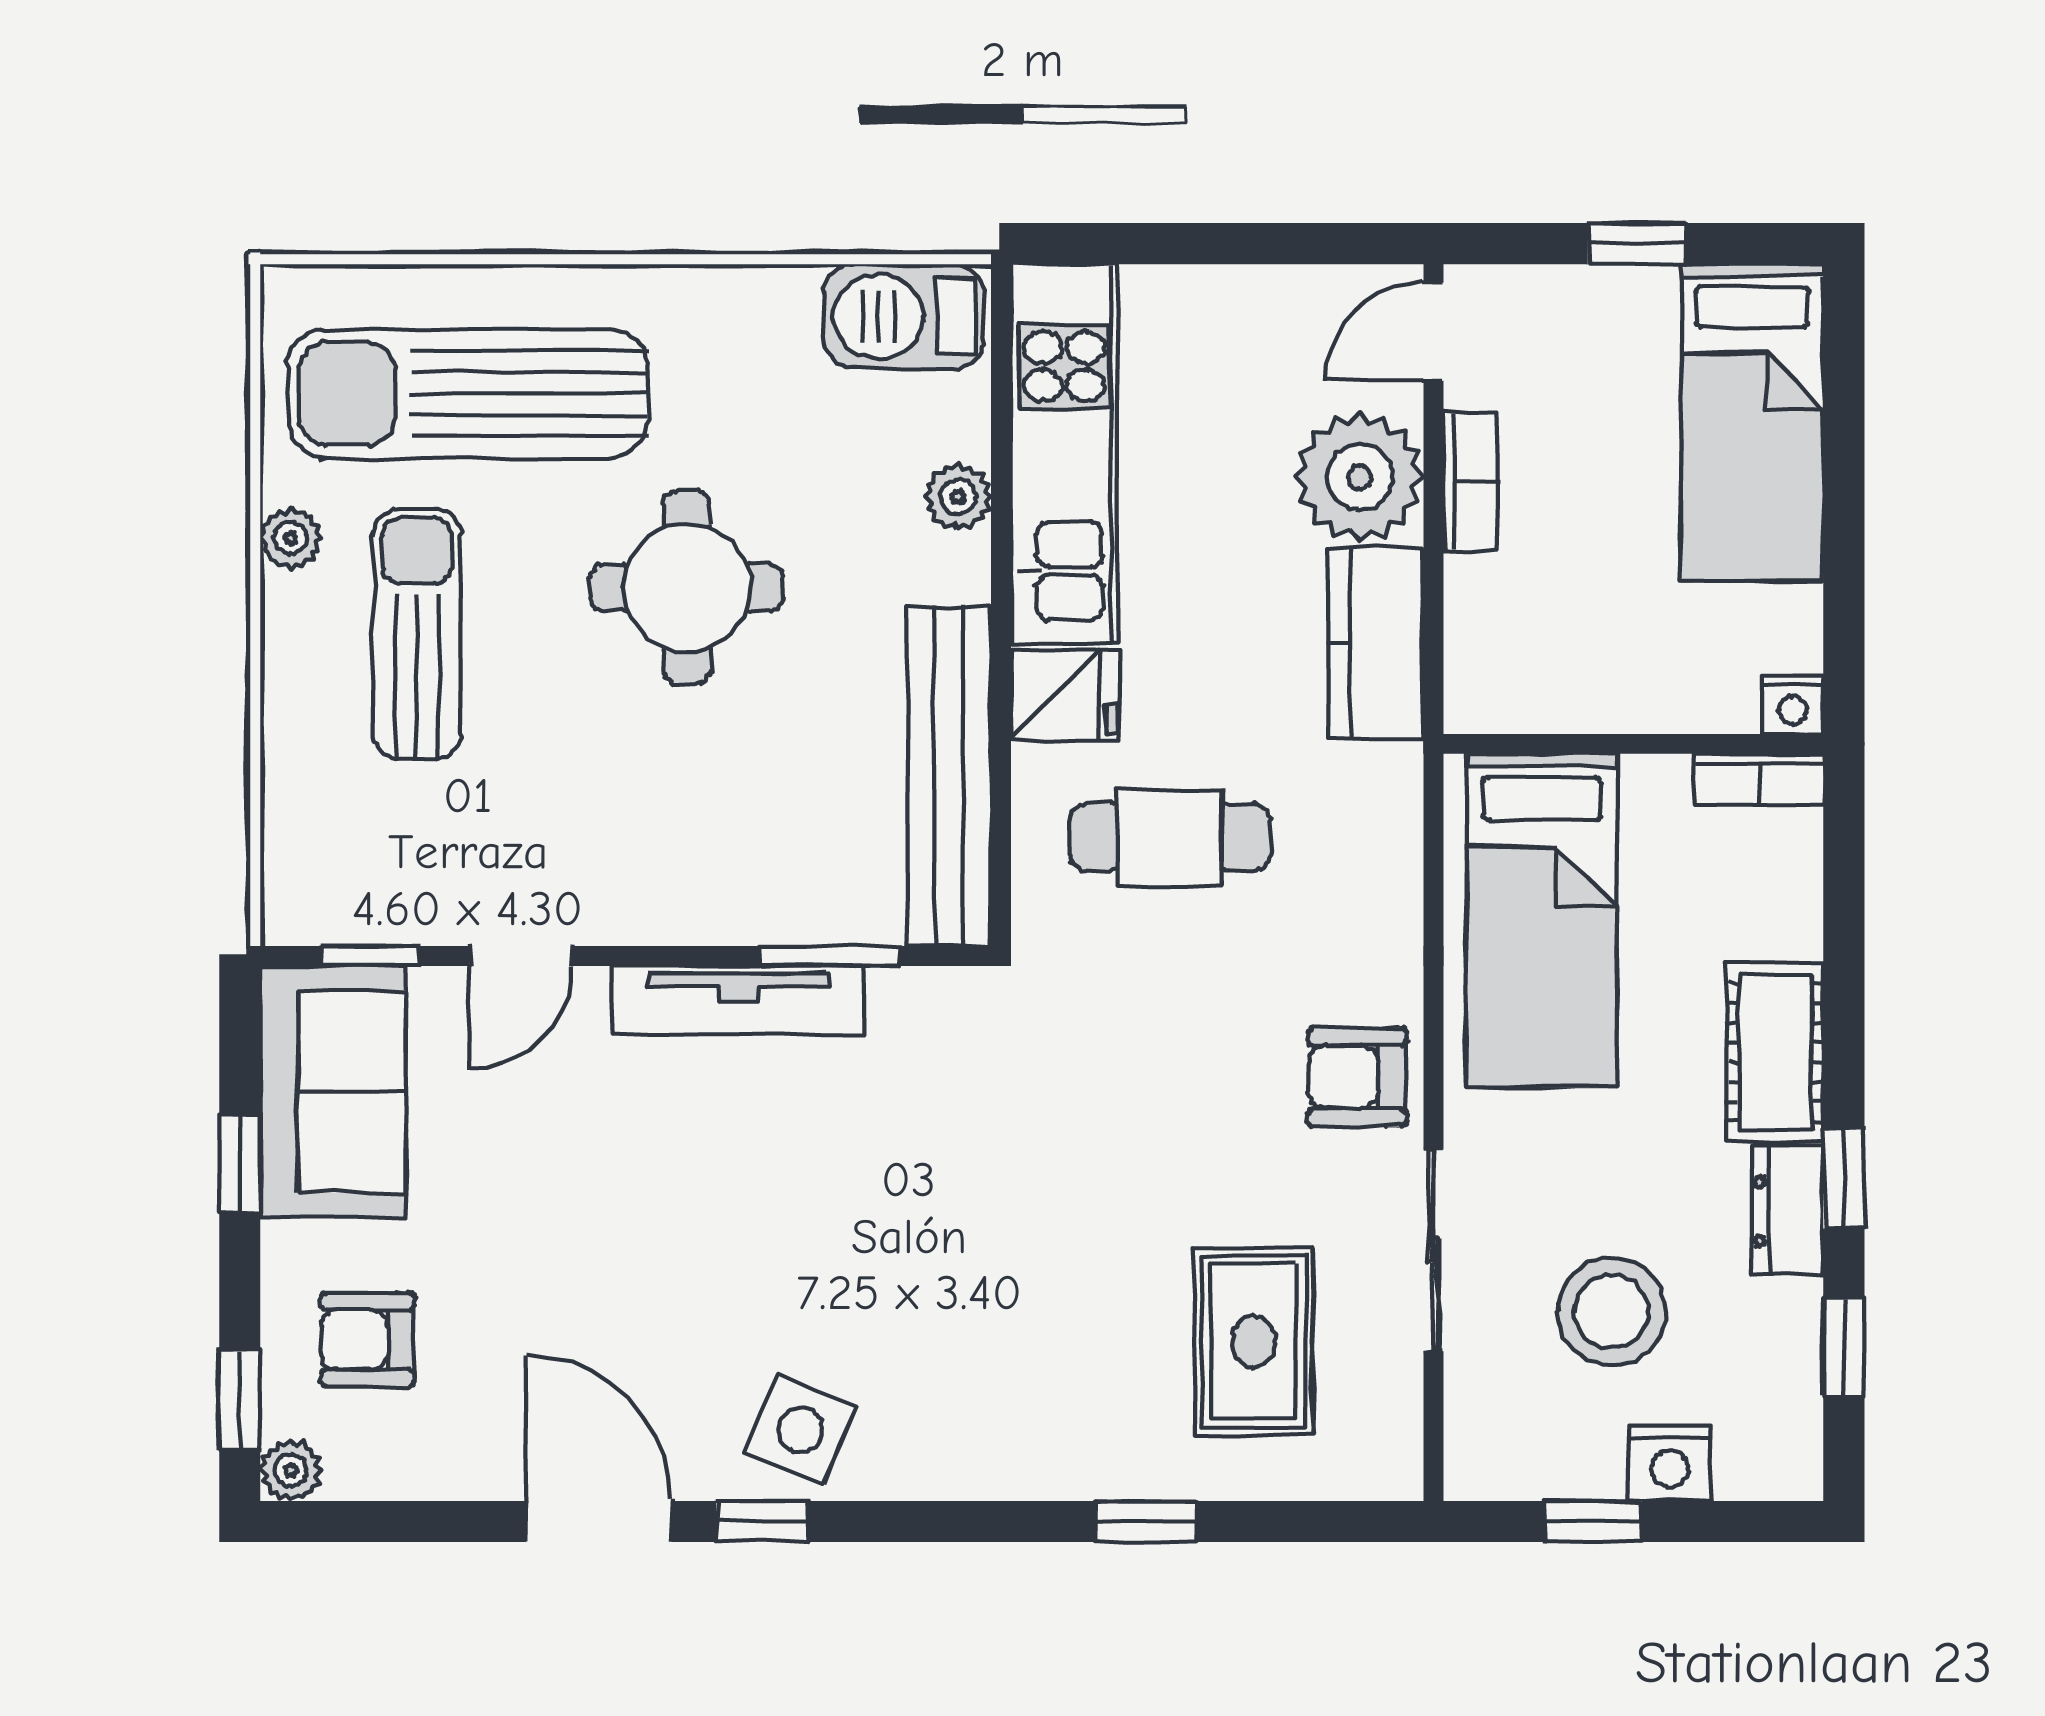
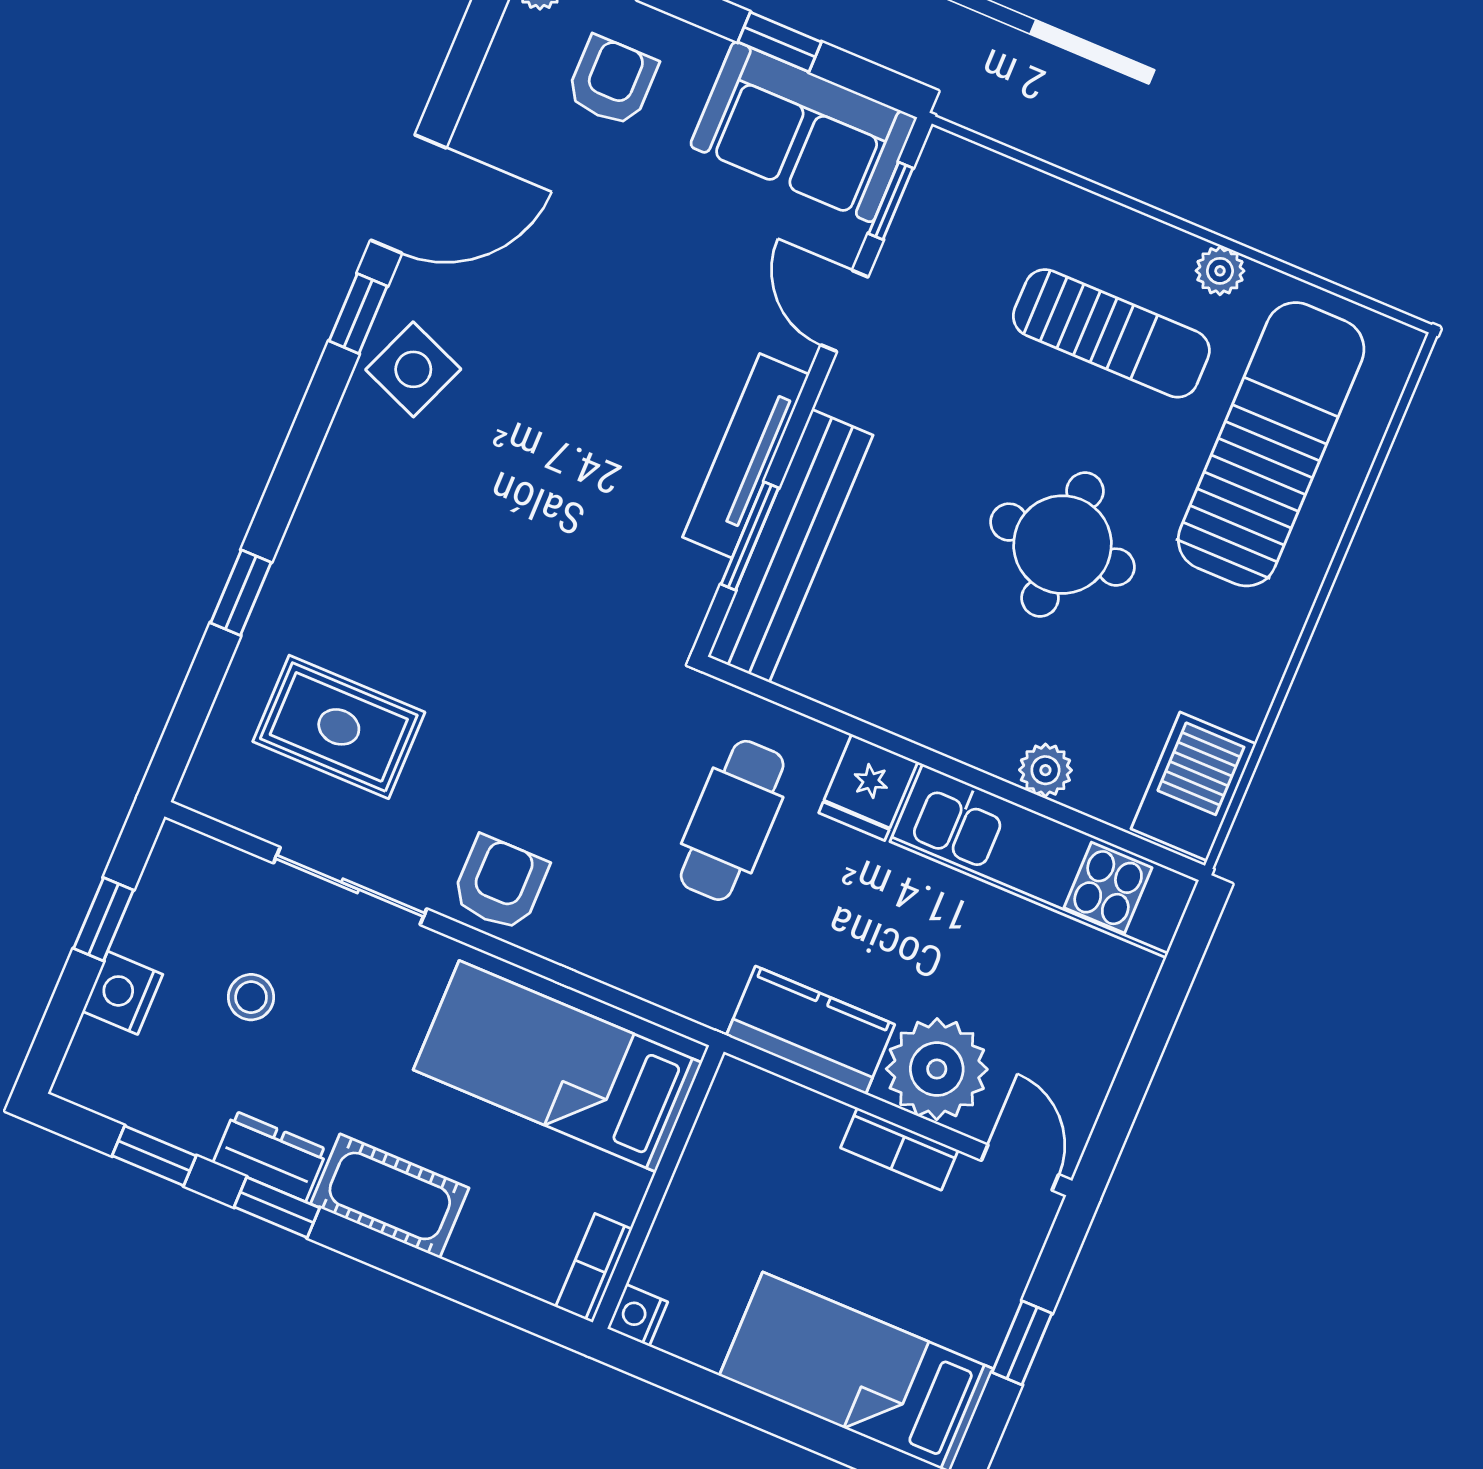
bench: (949, 777) -> (790, 546), moved, turned 90
stool: (1612, 1311) -> (251, 997), width x0.53, depth x0.53

